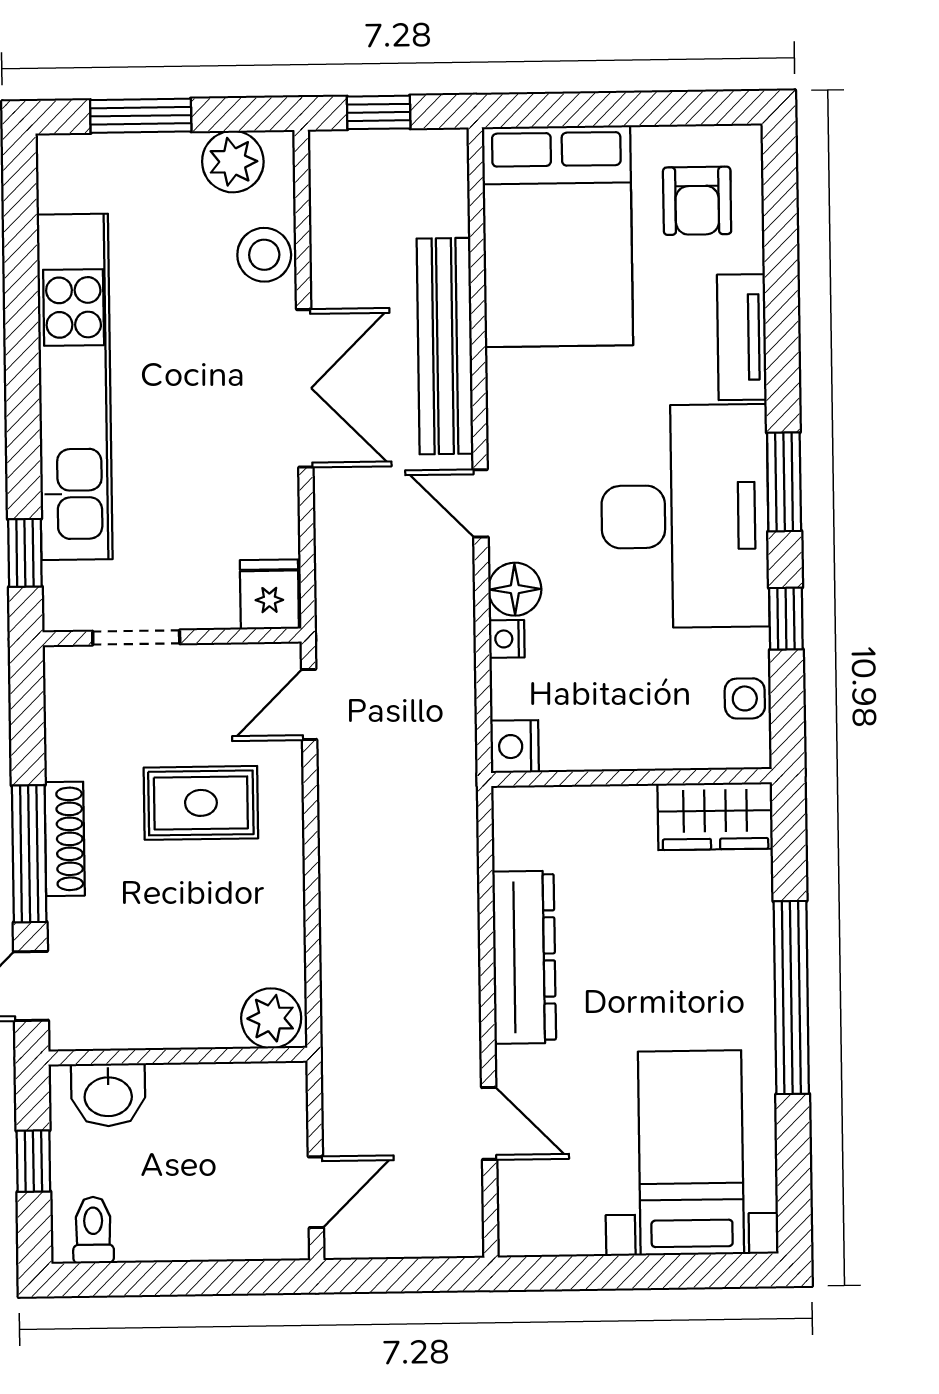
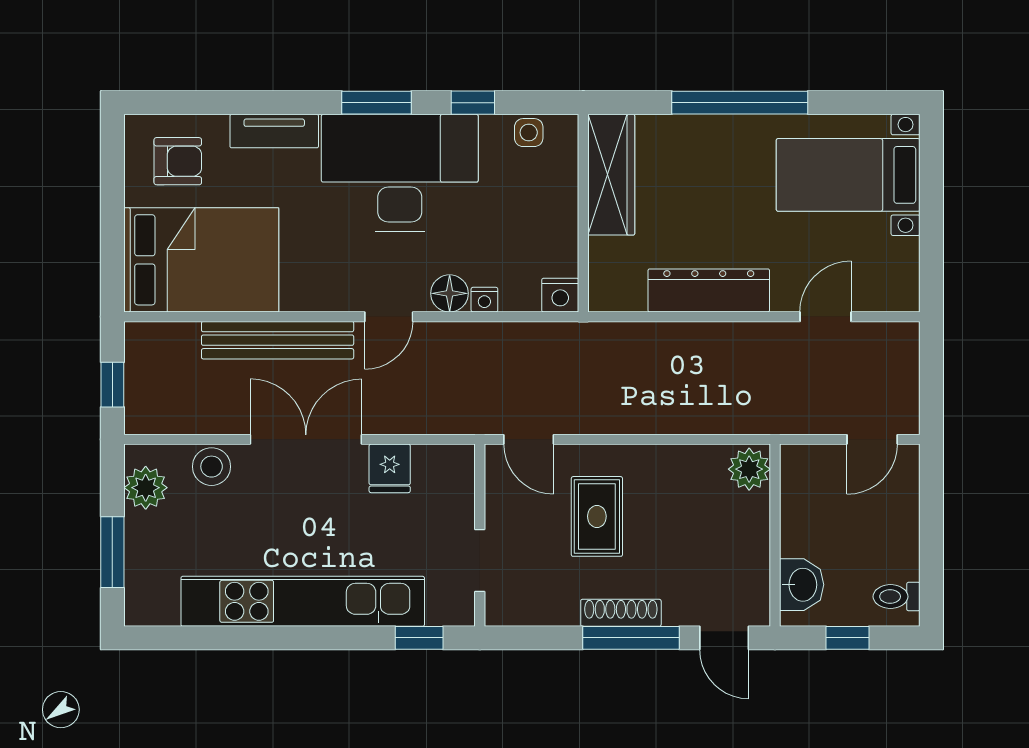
fridge: (269, 594) -> (390, 468), moved, turned -90
wardrobe: (715, 816) -> (611, 175), width x1.50
door: (316, 1192) -> (872, 439), swing flipped

